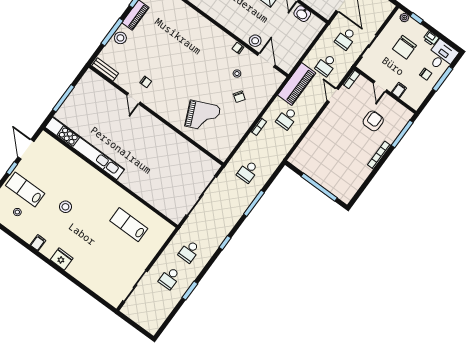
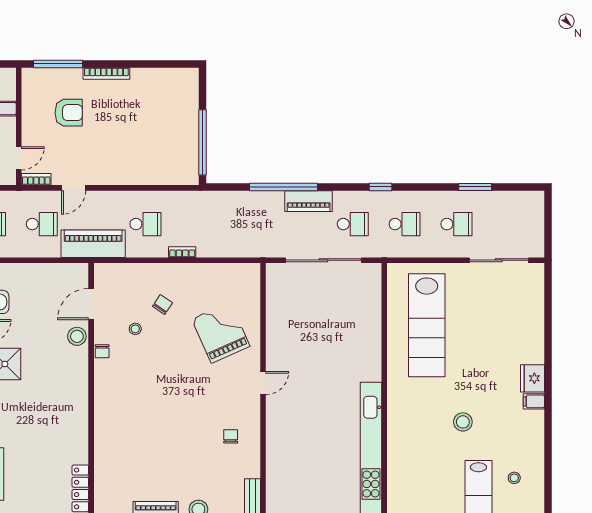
door: (380, 86) -> (19, 158), moved
door: (134, 99) -> (263, 383), moved
armchair: (373, 121) -> (69, 113), turned 180
school desk: (248, 172) -> (353, 224), moved
window: (319, 187) -> (202, 142), moved
window: (254, 203) -> (283, 187), width x1.46
piano: (237, 211) -> (309, 201), added
lab bench: (129, 225) -> (427, 325), width x1.86, depth x1.39
filing cabinet: (38, 243) -> (534, 401), moved
window: (225, 243) -> (380, 187), moved
window: (190, 291) -> (475, 187), moved

